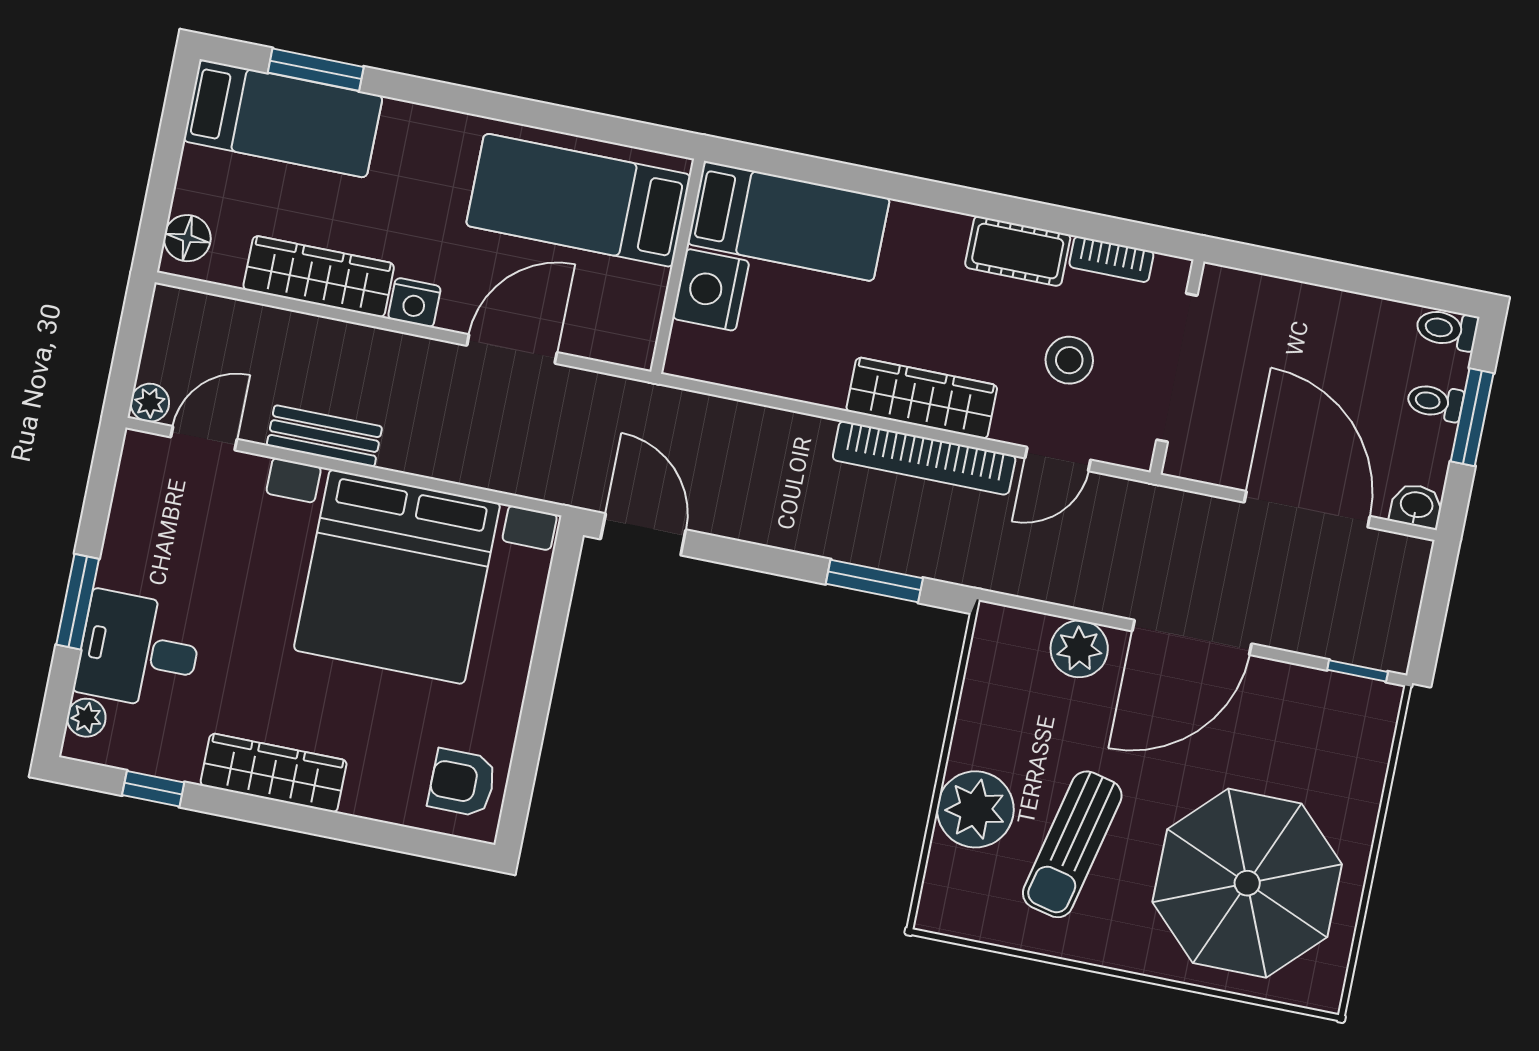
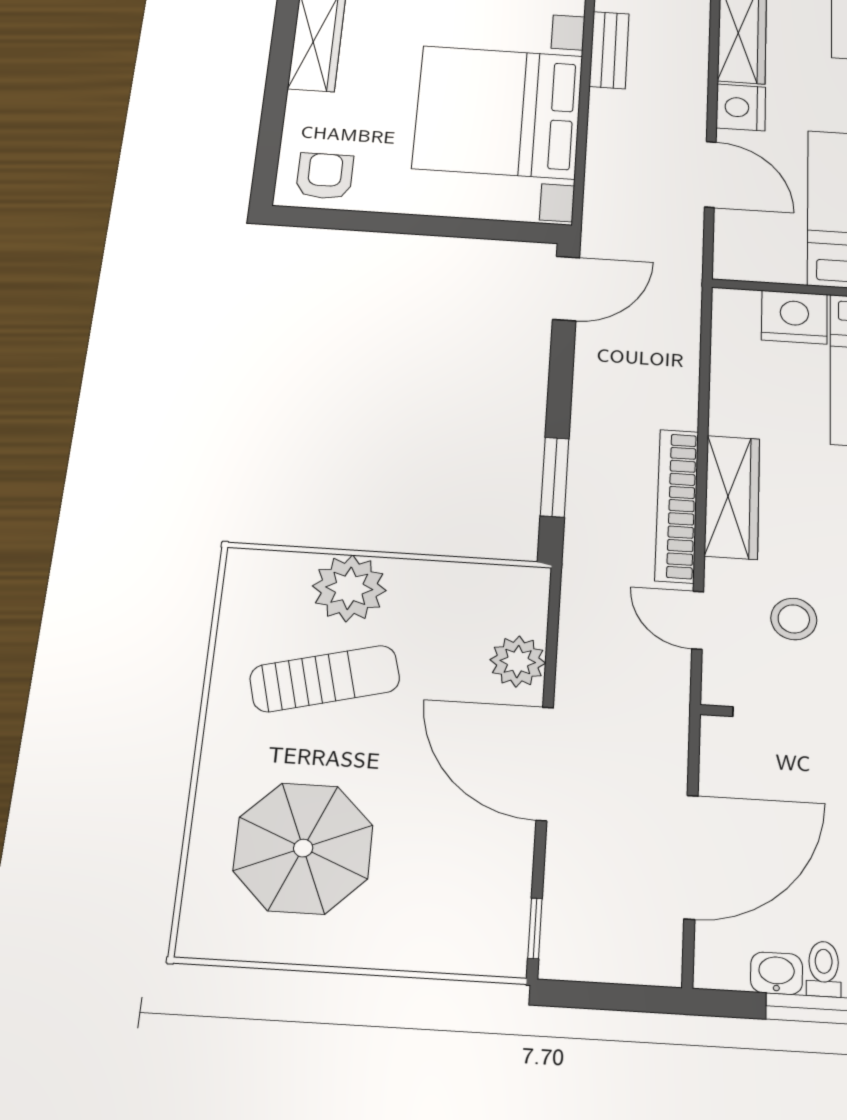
nightstand: (414, 303) -> (741, 107), width x1.36, depth x1.33
washbasin: (1416, 506) -> (777, 973), moved, turned -90
sun lounger: (1072, 844) -> (325, 679), turned 153
parasol: (1247, 883) -> (303, 848), width x0.73, depth x0.73

